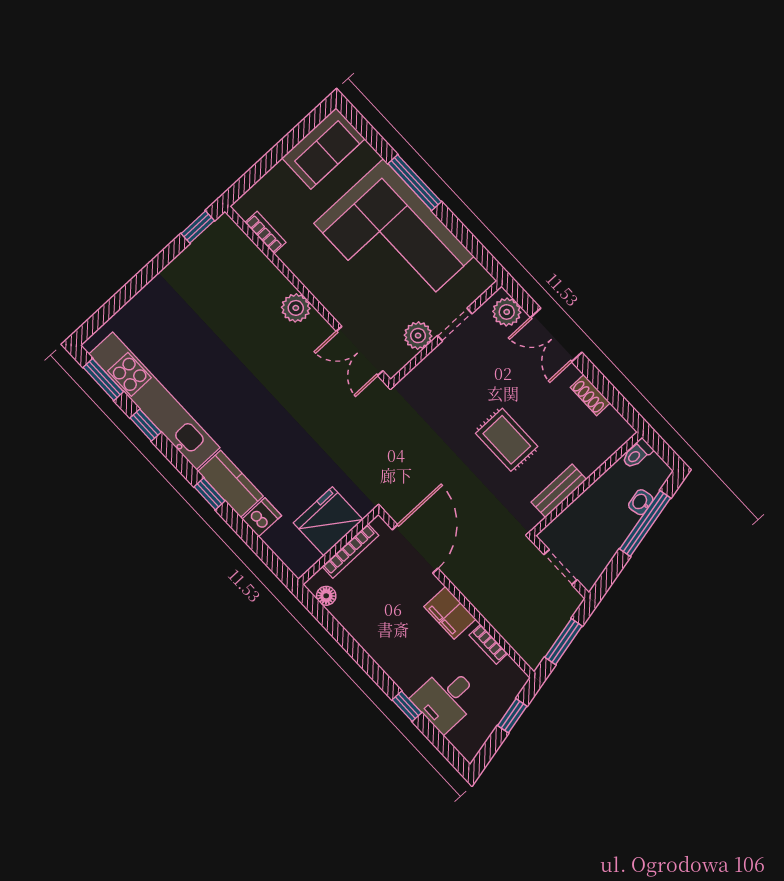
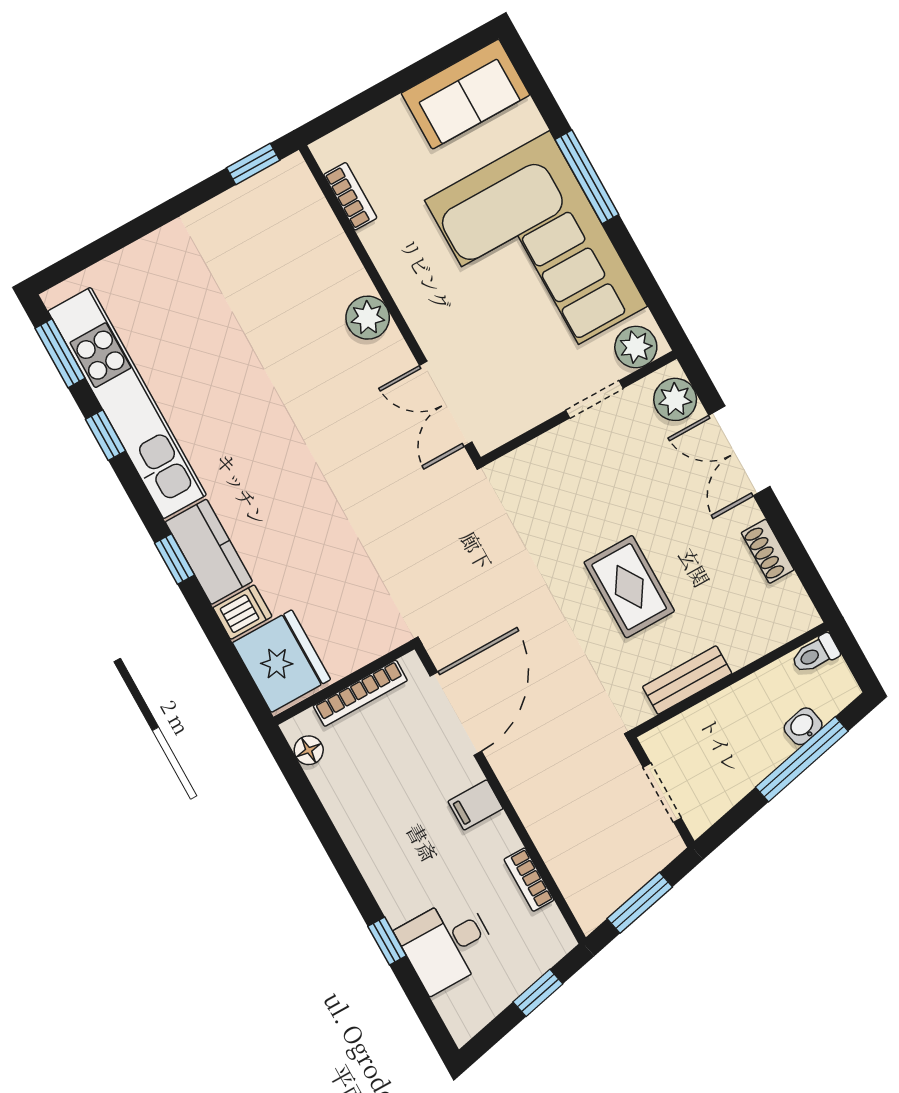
plant: (418, 336) -> (636, 347), moved
fridge: (328, 521) -> (282, 661), moved, turned 90
filing cabinet: (450, 613) -> (475, 805), width x0.50

